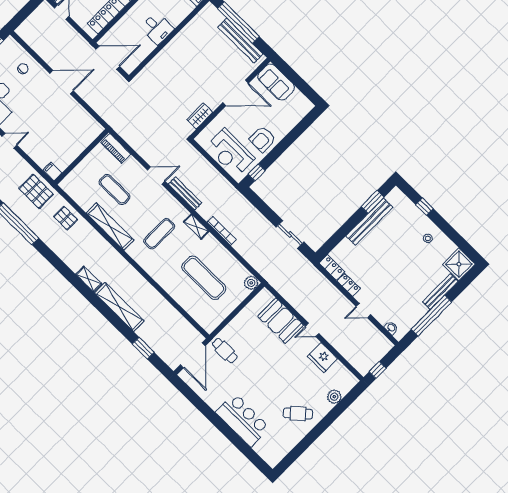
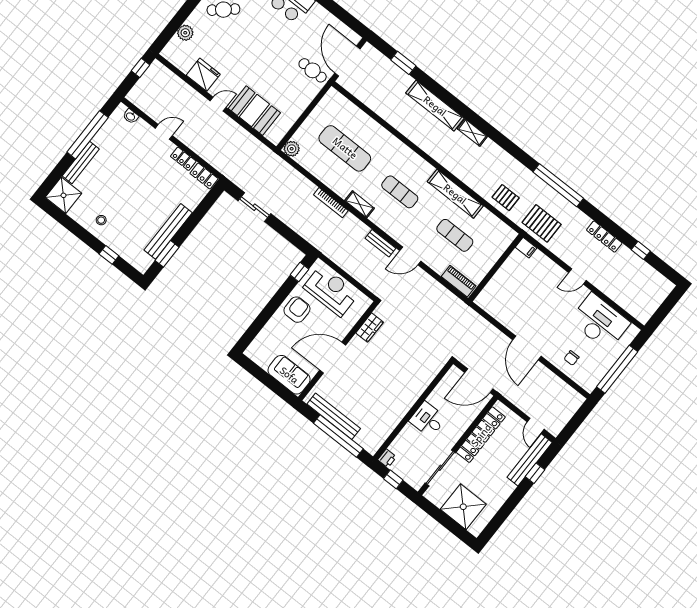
door: (62, 82) -> (527, 348), hinge flipped
bench: (185, 193) -> (380, 243), width x0.73
exercise mat: (159, 234) -> (400, 192), turned 90

